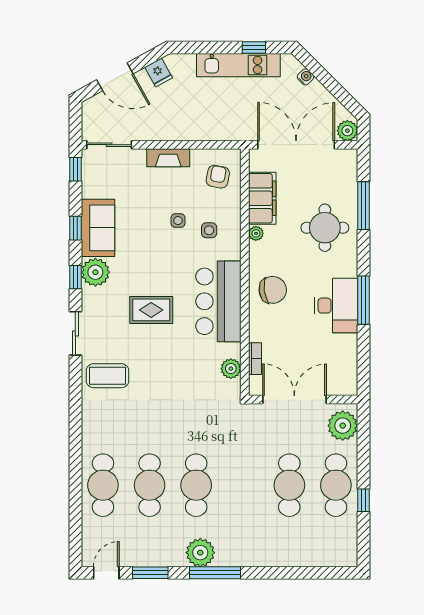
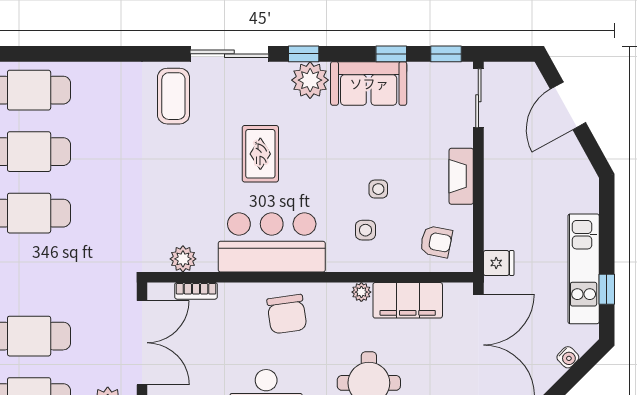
fridge: (159, 72) -> (499, 263), moved, turned -151
window: (75, 228) -> (391, 54), moved
sliding door: (75, 333) -> (229, 54), width x1.37

